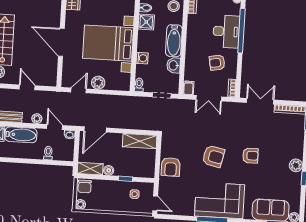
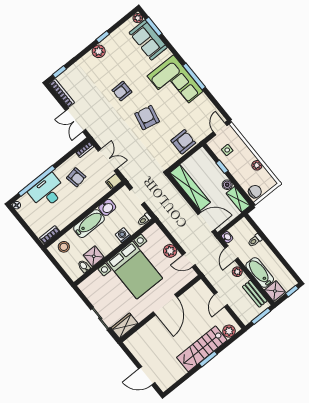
shelving: (140, 141) -> (190, 188), width x1.47
armchair: (250, 156) -> (122, 91), turned -90
plant: (80, 204) -> (257, 165), moved

